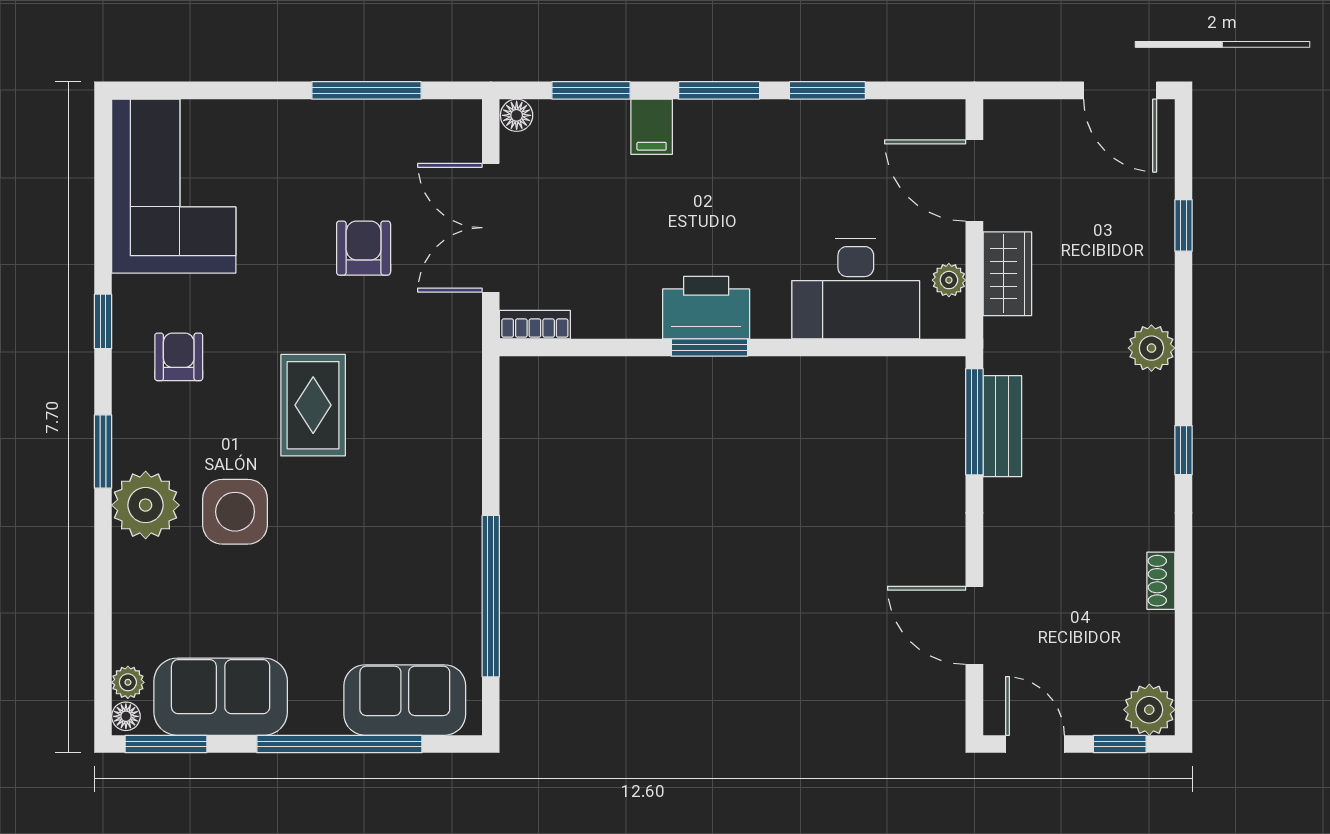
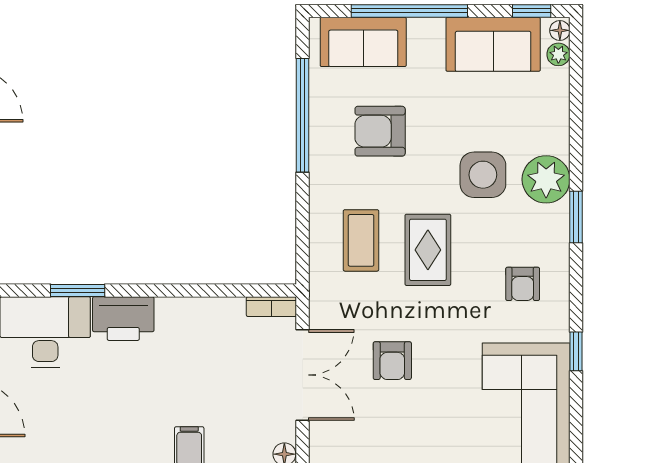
printer: (706, 308) -> (123, 319), moved
window: (103, 321) -> (576, 351), moved
window: (709, 348) -> (78, 290), moved
coffee table: (408, 419) -> (361, 240), added
armchair: (381, 573) -> (380, 131), added
window: (166, 744) -> (532, 11), width x0.67

